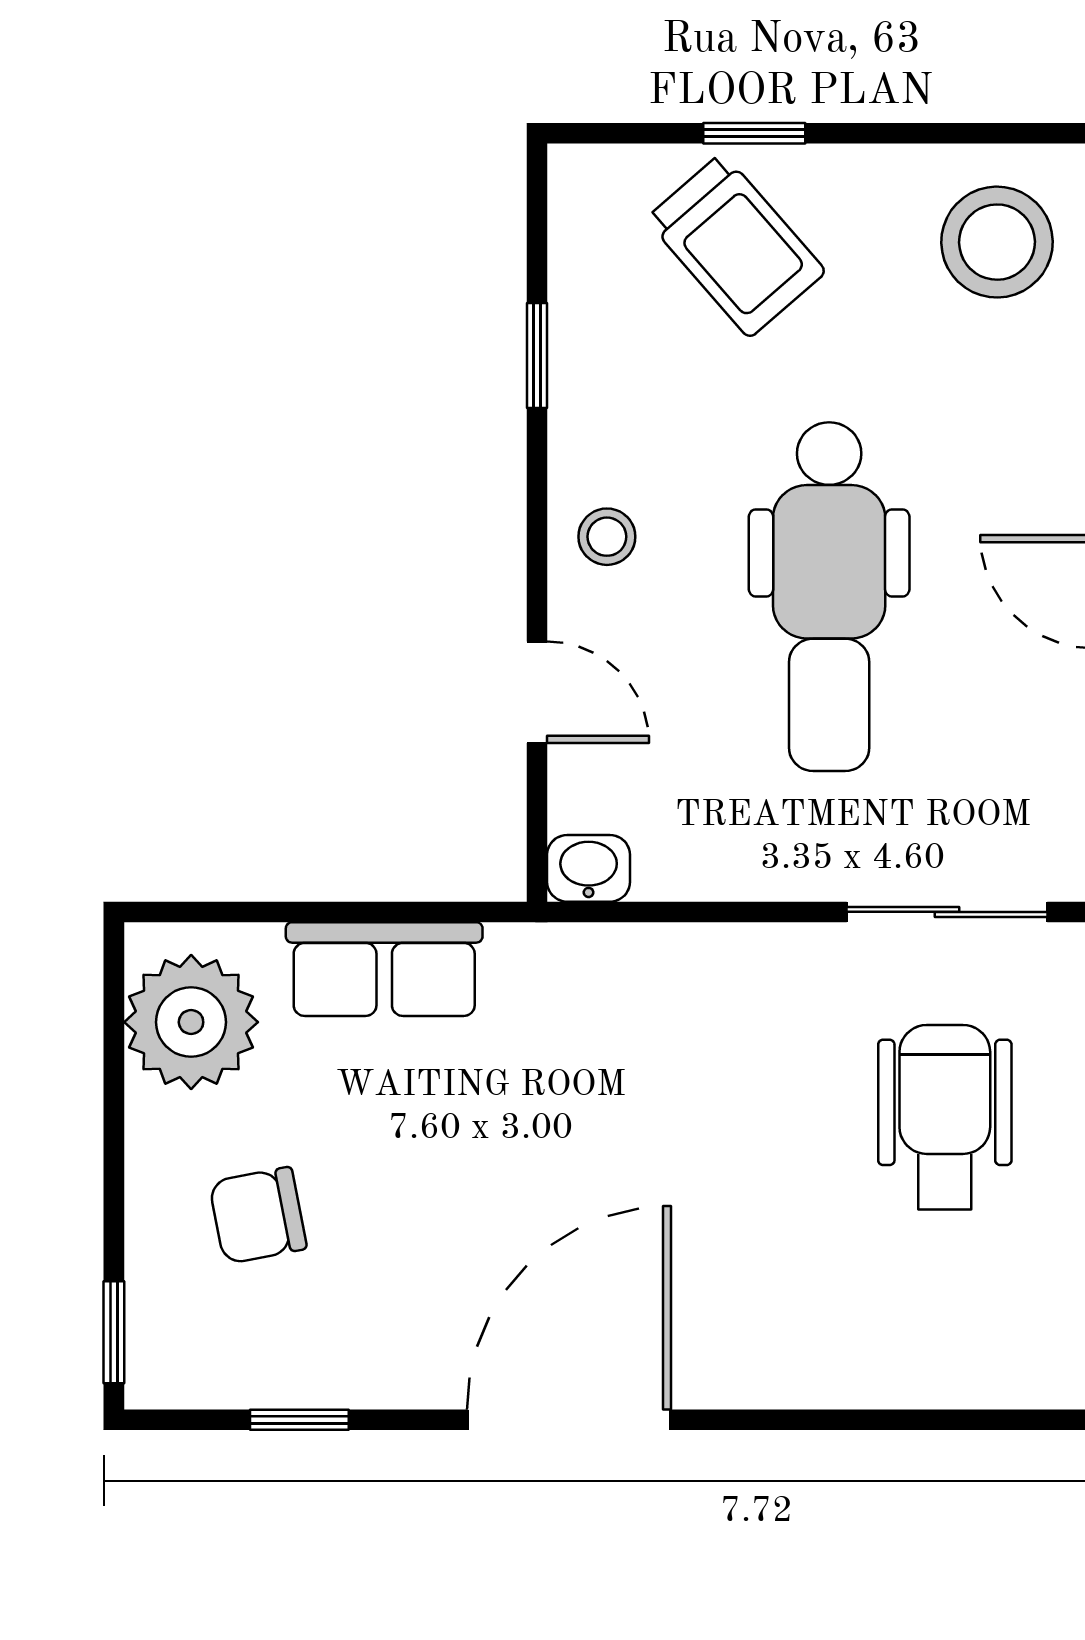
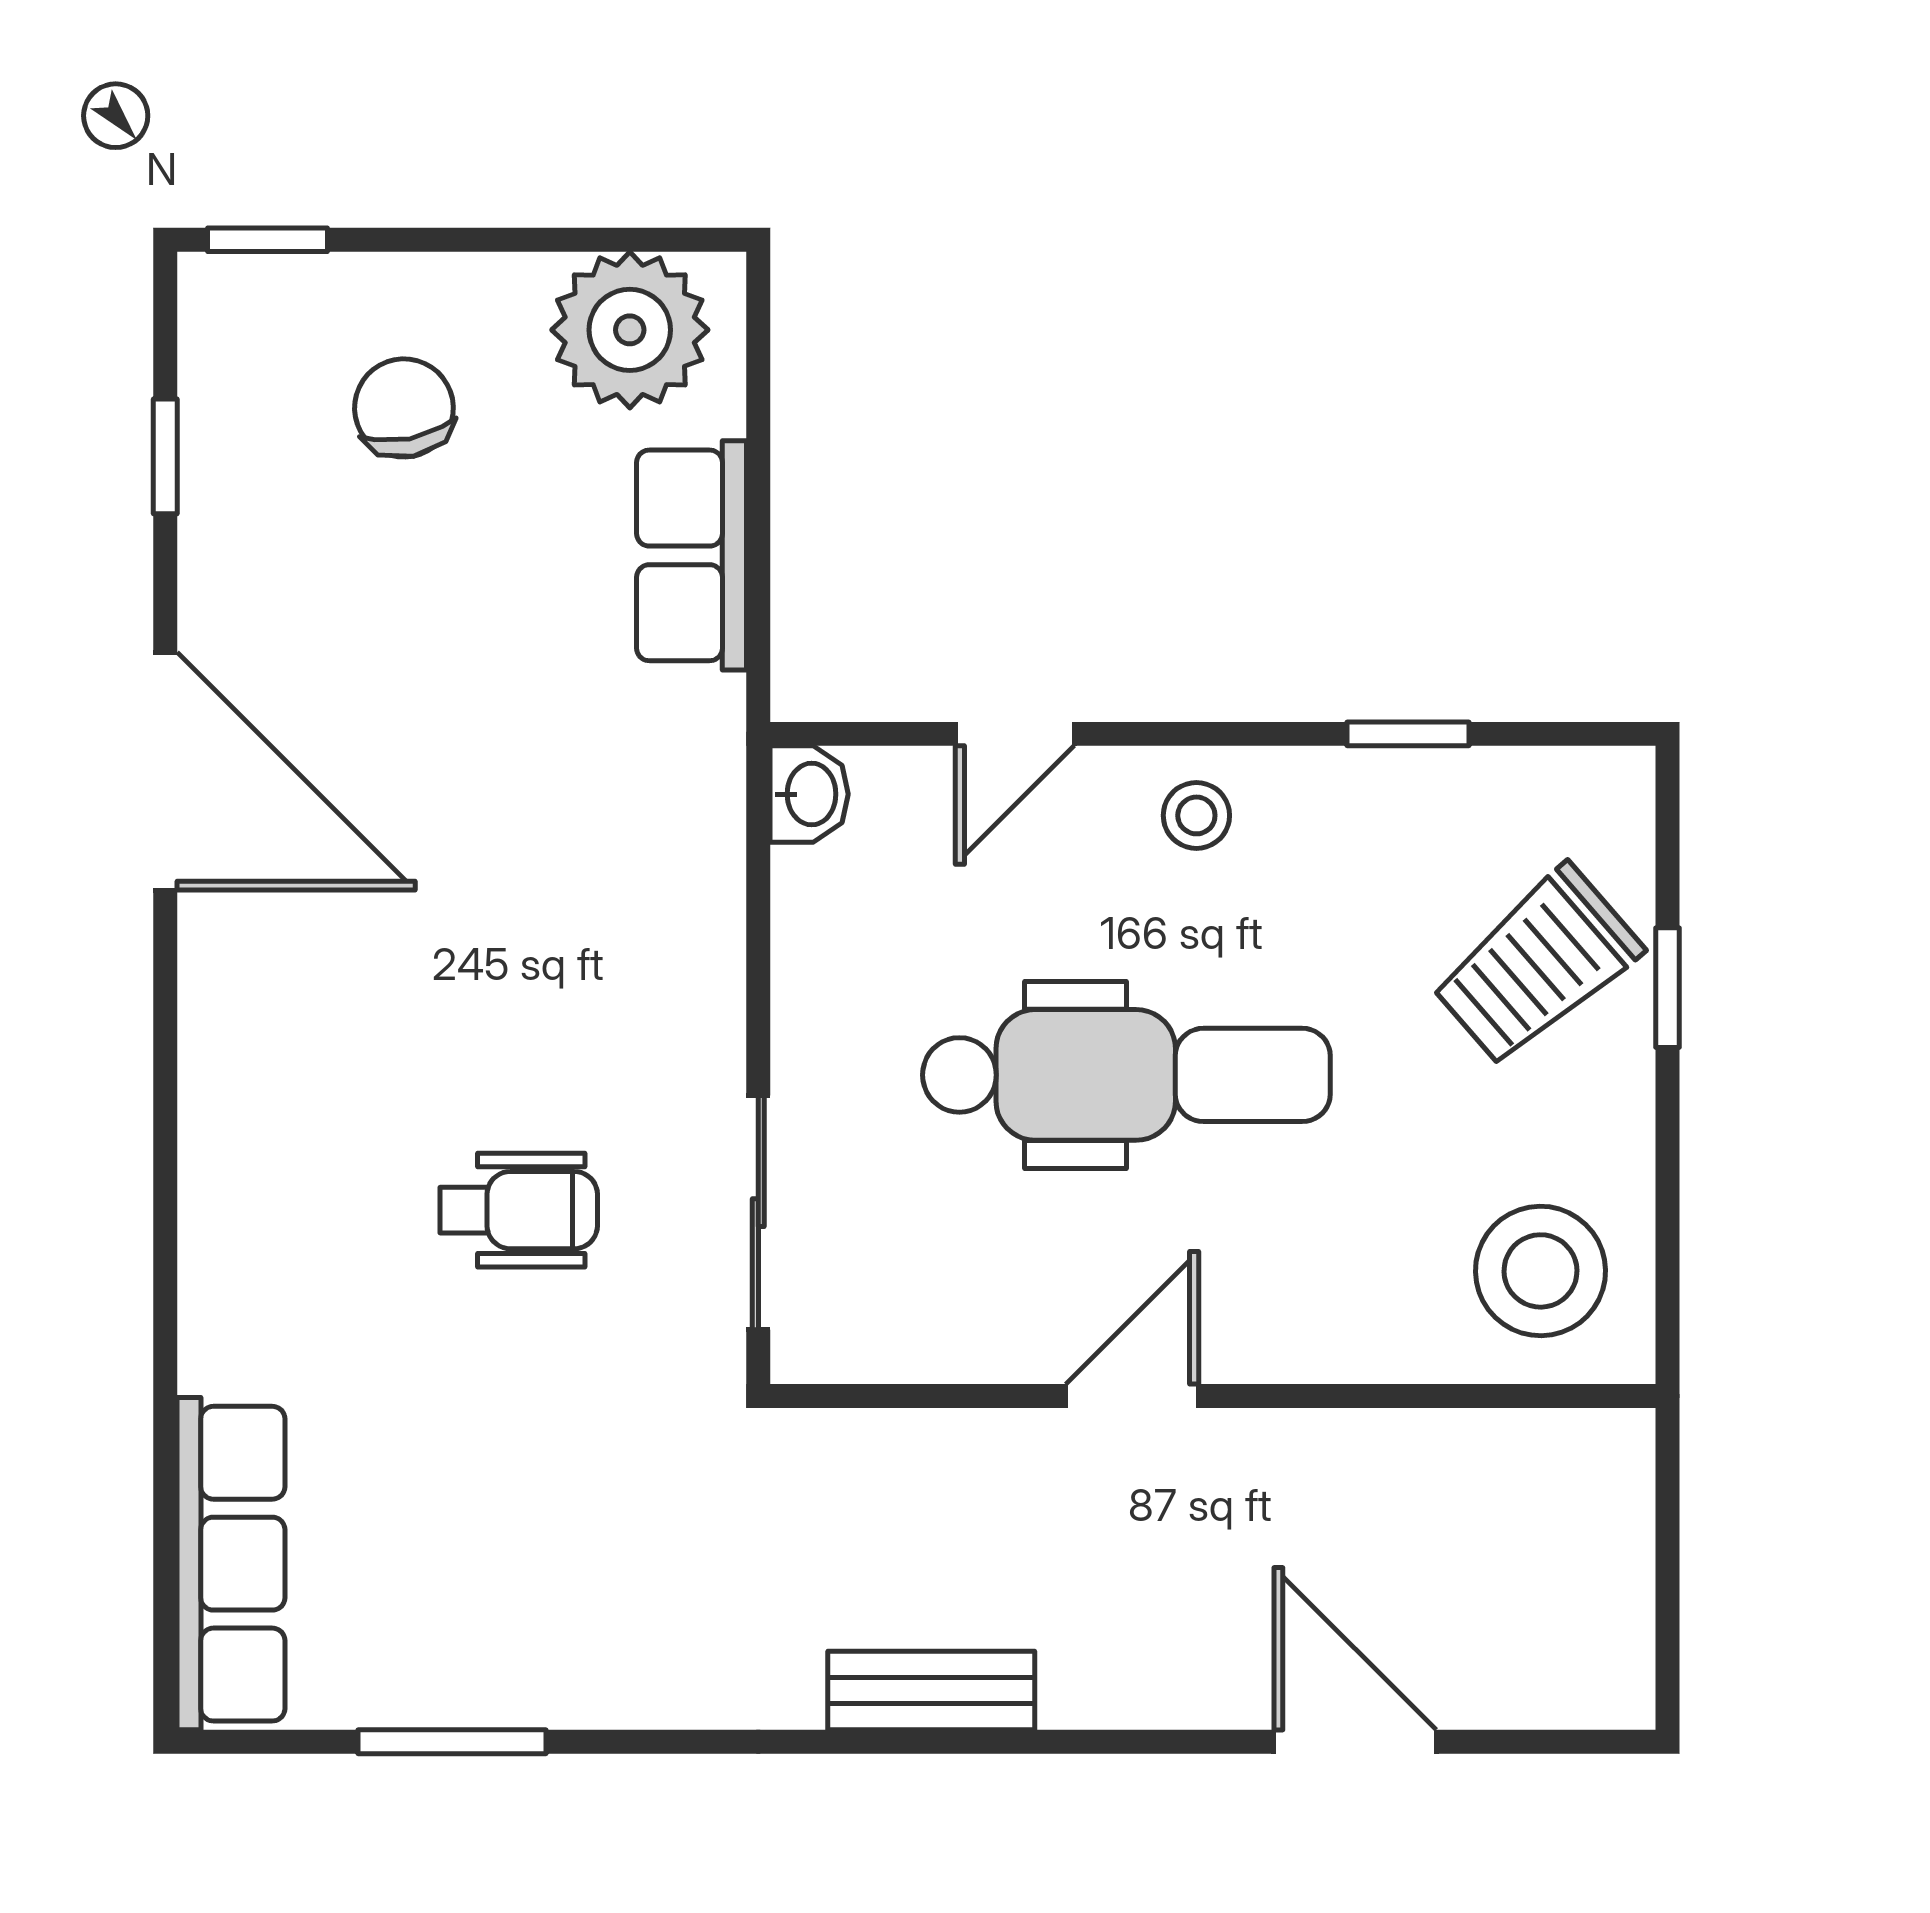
dental chair: (829, 597) -> (1126, 1075), turned 180
wheelchair: (945, 1117) -> (519, 1210), width x0.73, depth x0.73

